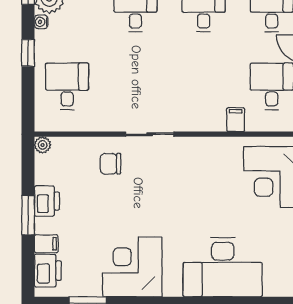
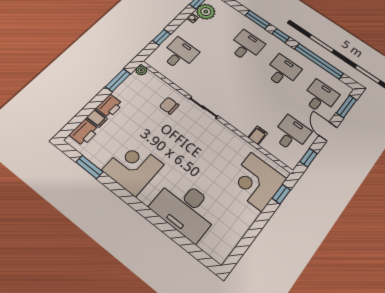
window: (28, 53) -> (162, 37), moved
printer: (47, 201) -> (110, 106), moved
window: (28, 215) -> (118, 80), moved

